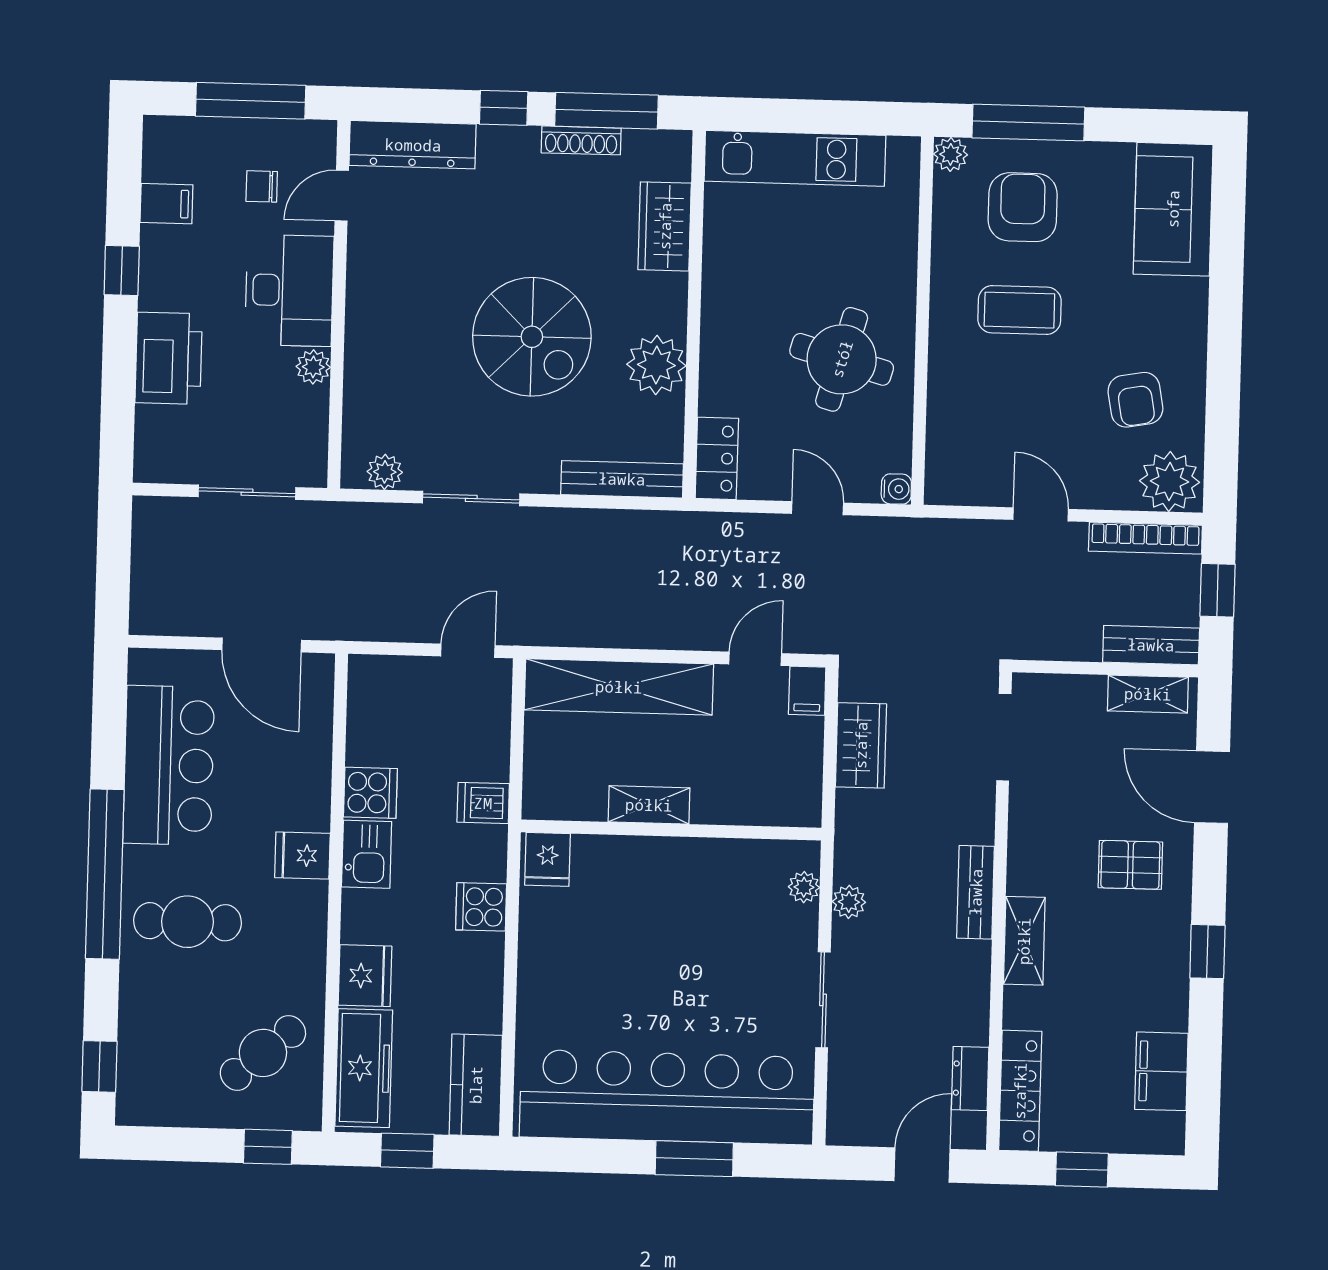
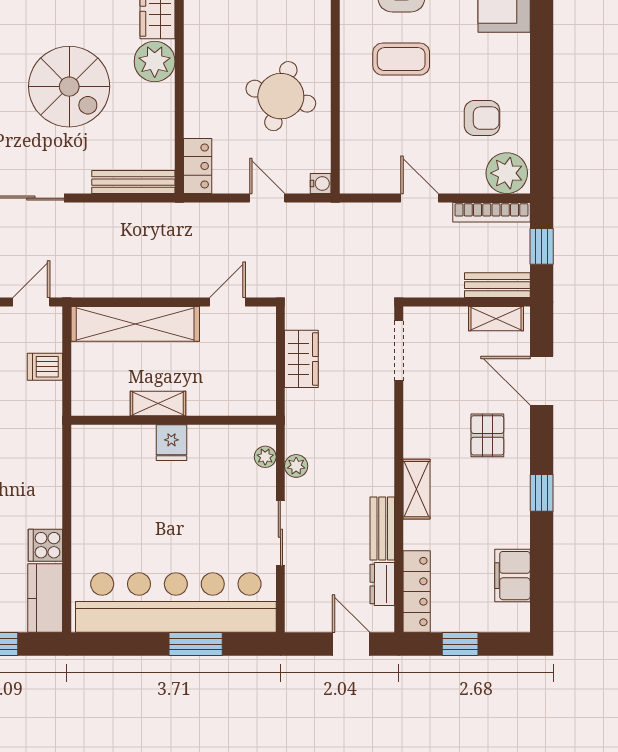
plant: (656, 365) -> (155, 61), moved
armchair: (1135, 400) -> (482, 118), turned -80
filing cabinet: (807, 691) -> (264, 323), removed
dishwasher: (483, 803) -> (45, 367), moved
fridge: (548, 859) -> (171, 443), moved
pallet: (1130, 865) -> (487, 435), turned 90
bench: (976, 892) -> (382, 529), moved
cooker: (481, 907) -> (45, 545), moved
door: (922, 1165) -> (351, 644), hinge flipped

